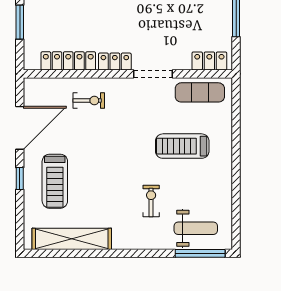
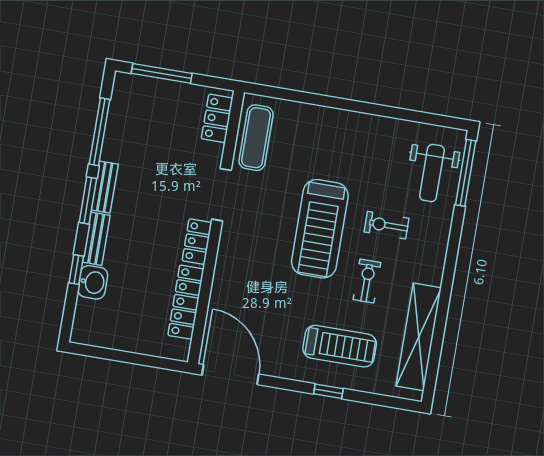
window: (20, 22) -> (125, 357), removed
exercise bike: (89, 101) -> (367, 281), moved
door: (20, 128) -> (230, 375), moved
treadmill: (182, 146) -> (320, 229), moved, width x1.37, depth x1.38
weight bench: (196, 228) -> (432, 173), turned 180

